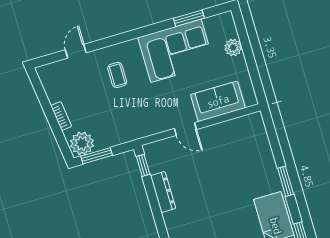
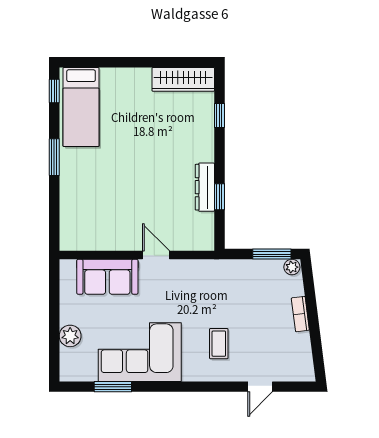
plant: (82, 143) -> (292, 267), width x0.53, depth x0.53
window: (143, 165) -> (219, 197), moved

